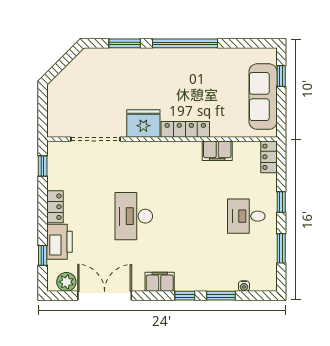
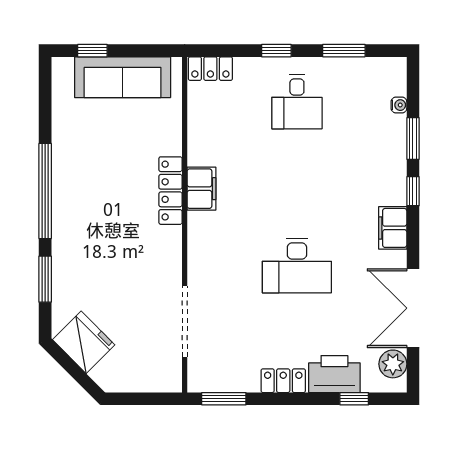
fridge: (143, 123) -> (84, 342), moved, turned 135
filing cabinet: (217, 151) -> (201, 189), moved
window: (43, 166) -> (224, 399), width x1.50

